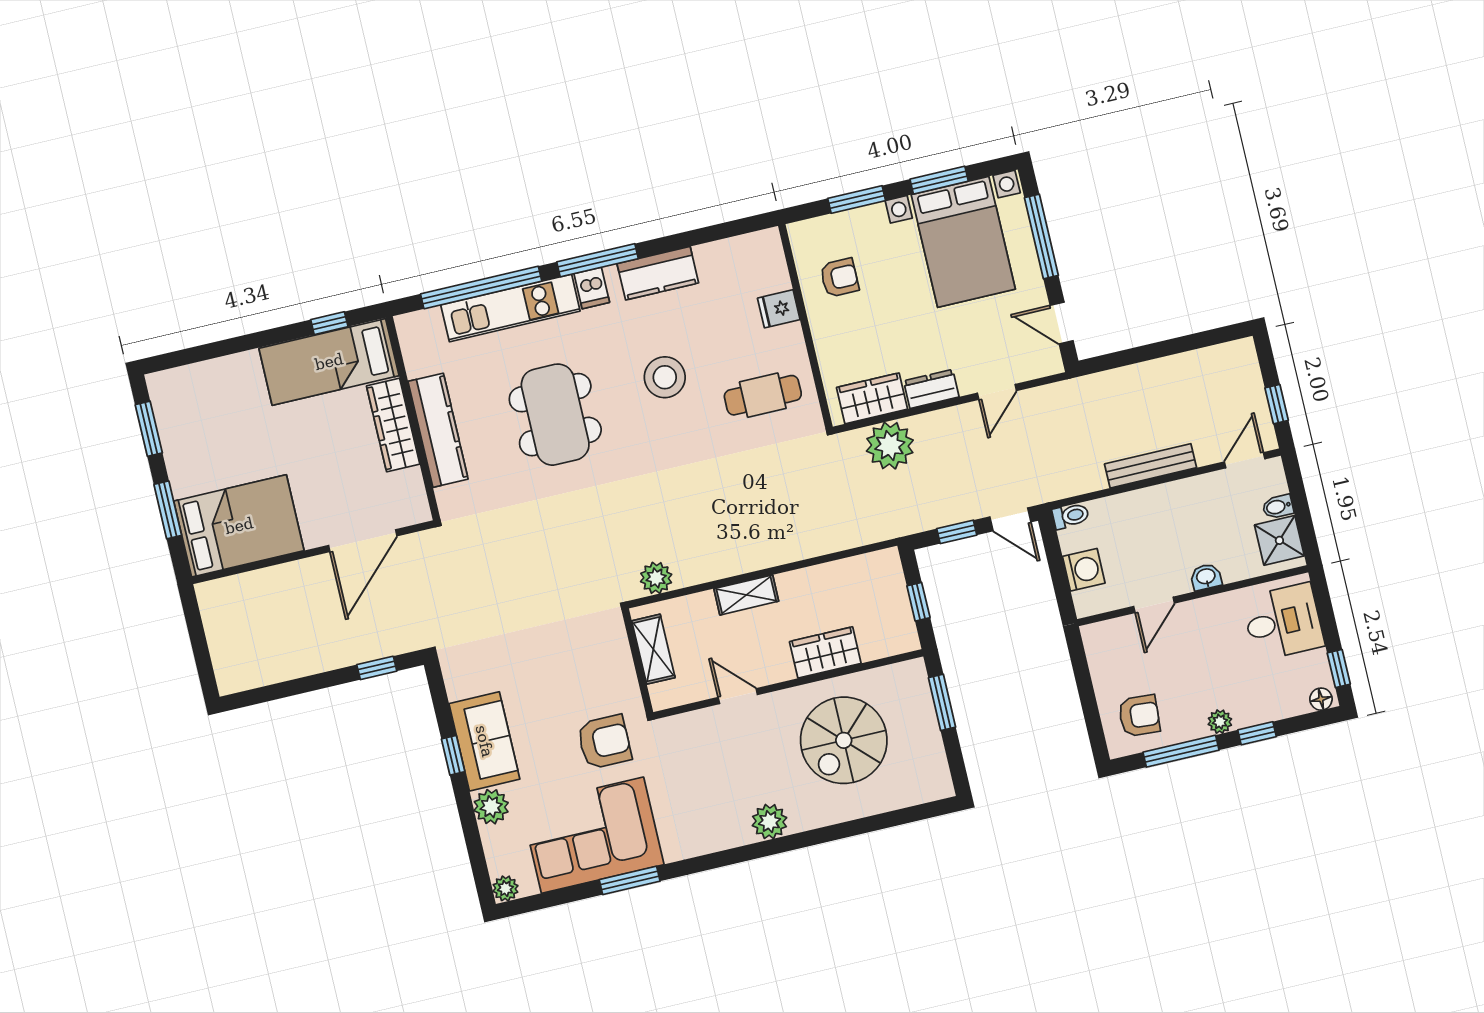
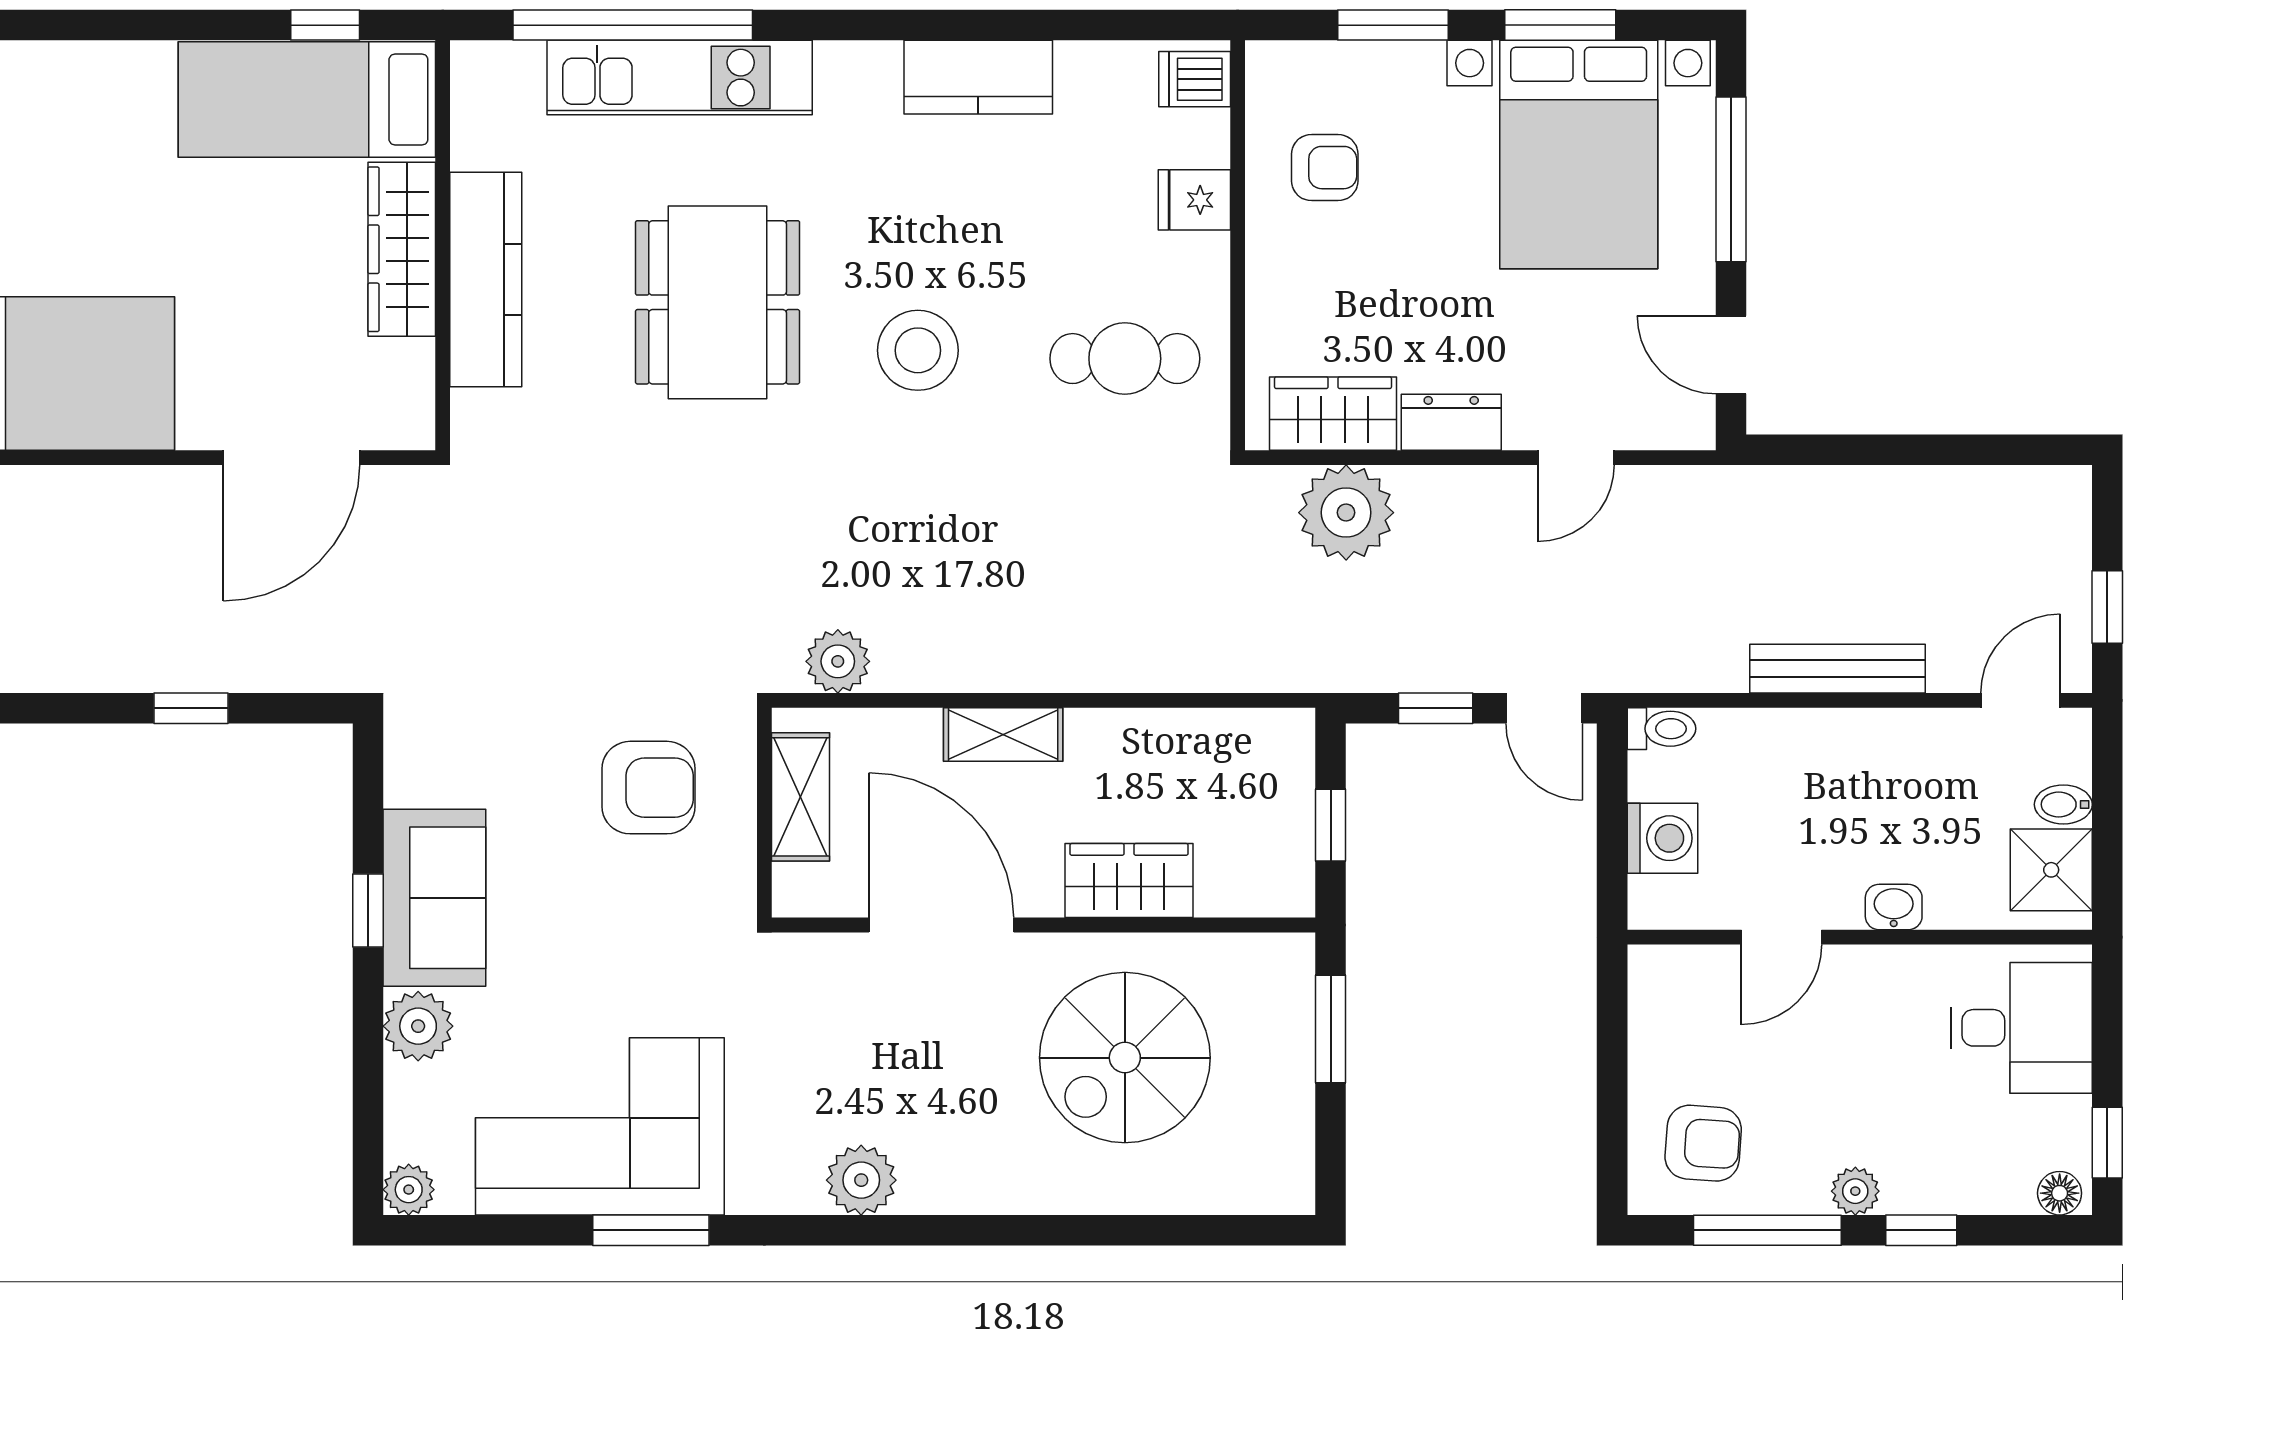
window: (597, 260) -> (868, 25), removed
dishwasher: (592, 288) -> (1195, 79), moved, turned 90
stool: (665, 377) -> (918, 350), moved
window: (377, 668) -> (191, 708), moved
door: (738, 696) -> (941, 925), width x1.87
armchair: (604, 742) -> (648, 788), moved
plant: (770, 822) -> (861, 1180), moved

